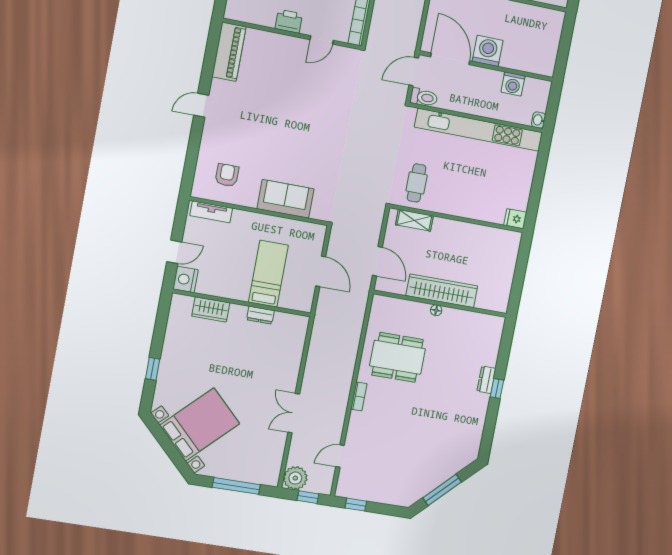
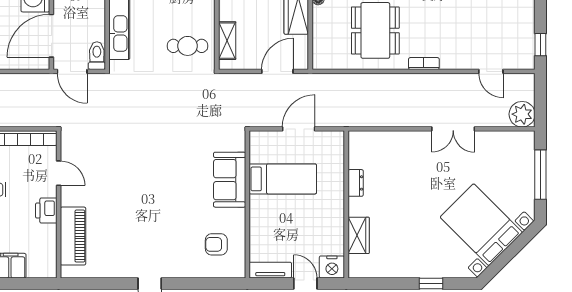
piano: (229, 52) -> (73, 236), moved, turned 90
tv unit: (211, 212) -> (270, 270), moved, turned -90
bed: (268, 274) -> (283, 179), moved, turned 180
window: (308, 497) -> (540, 97), removed

